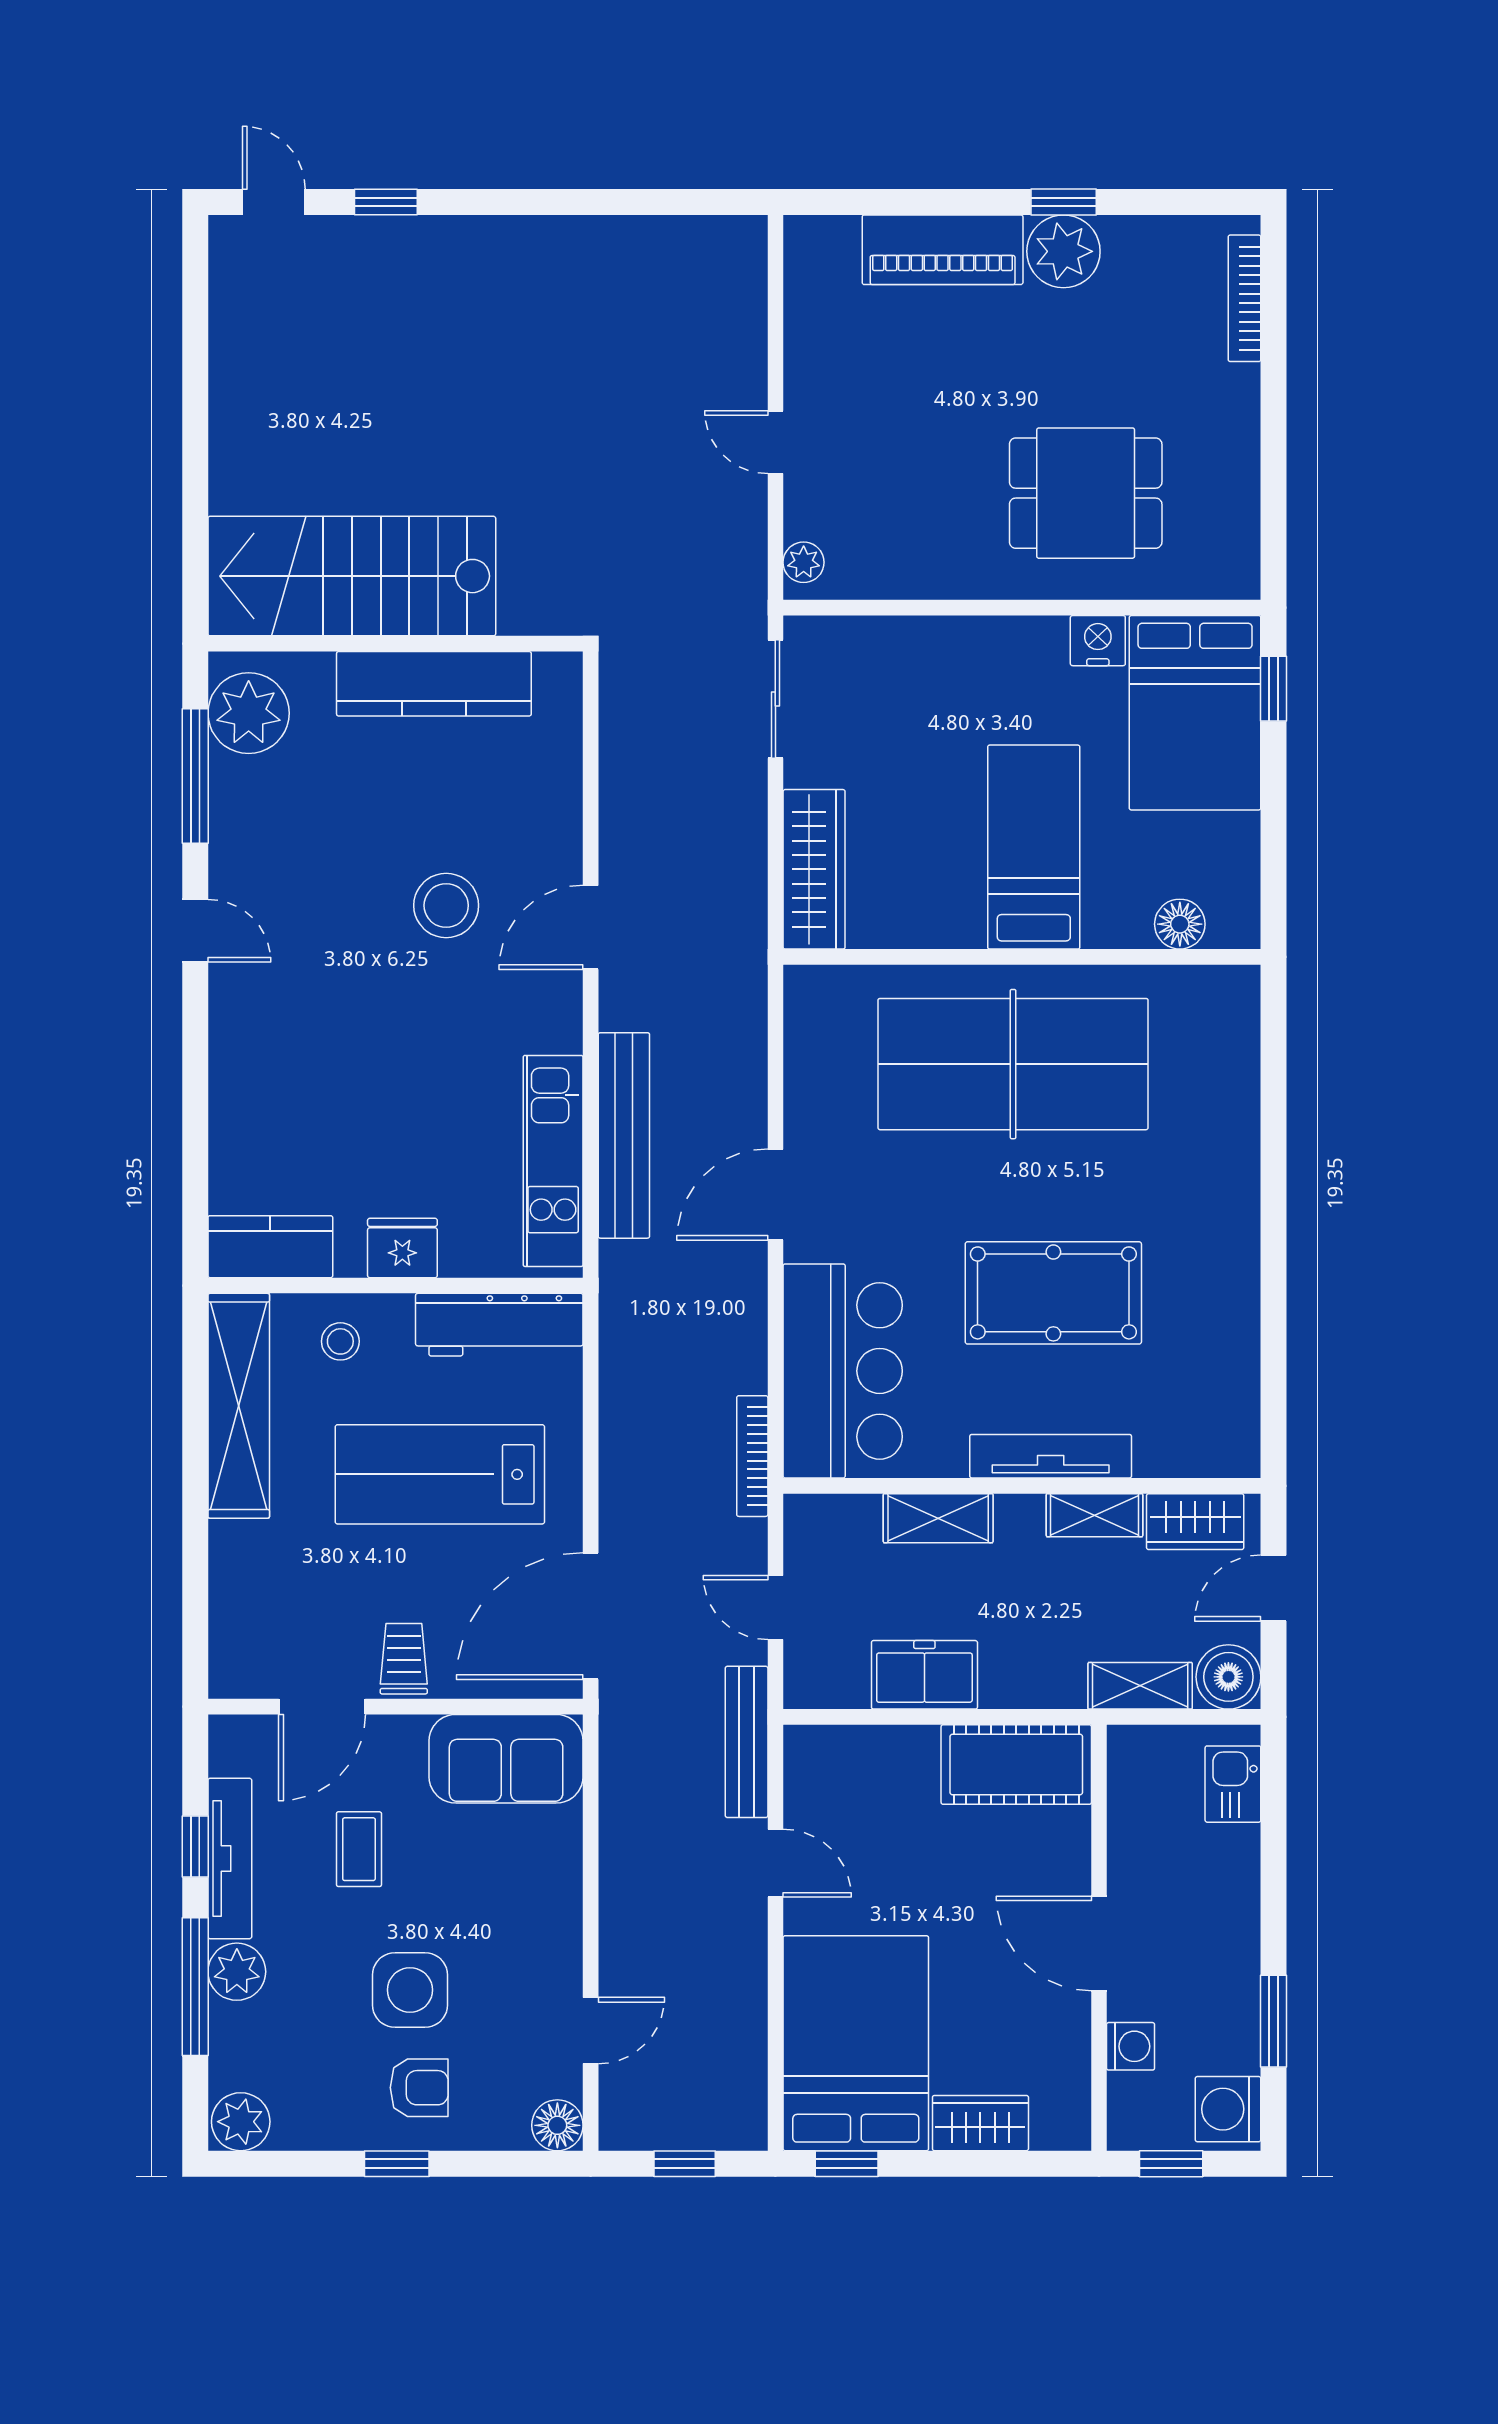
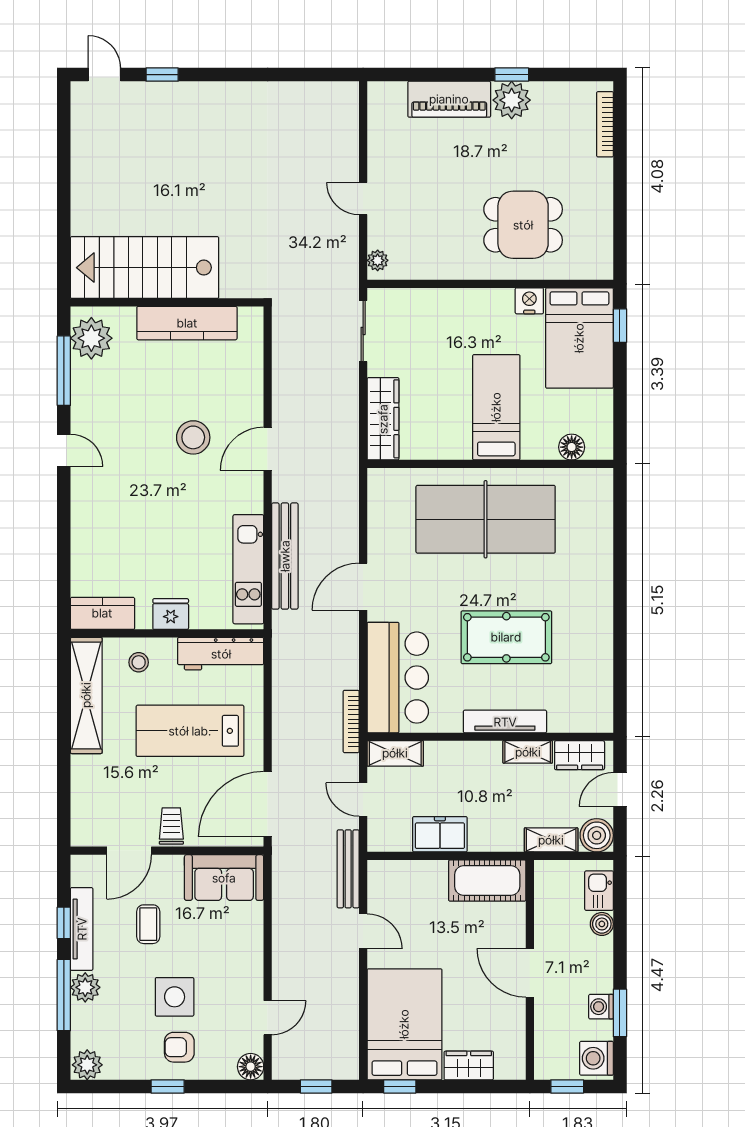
shelving: (938, 1518) -> (395, 753), moved
boiler: (1238, 1849) -> (602, 924), added
washing machine: (1131, 2046) -> (601, 1007), moved, turned 180
armchair: (419, 2088) -> (179, 1047), turned 180

